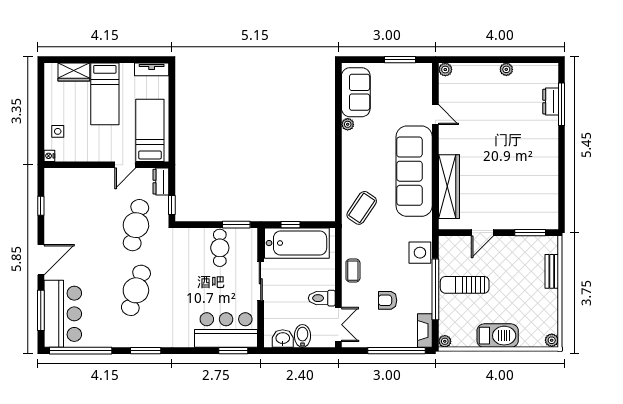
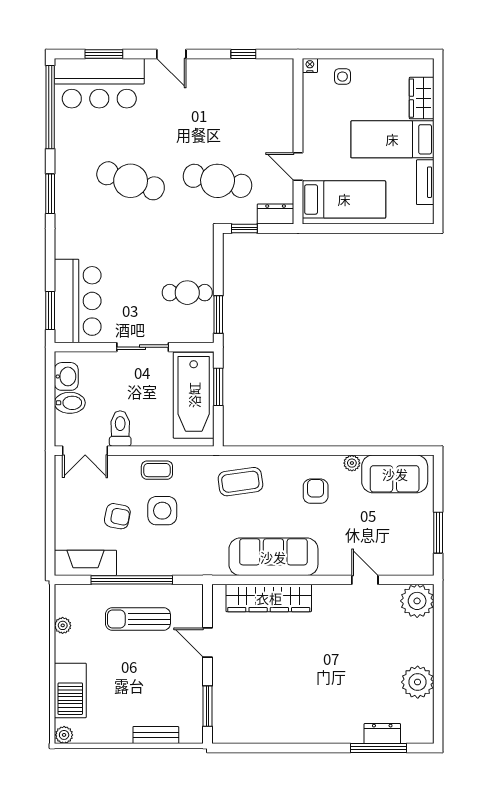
tv unit: (152, 69) -> (425, 182), moved
plant: (506, 69) -> (418, 682), width x1.88, depth x1.88
plant: (445, 70) -> (417, 601), width x1.87, depth x1.87
door: (435, 115) -> (365, 580), swing flipped
armchair: (369, 152) -> (316, 491), added
sofa: (414, 171) -> (273, 557), width x0.74, depth x0.79
coffee table: (362, 208) -> (240, 482), turned -42
window: (291, 225) -> (218, 387), width x1.50
side table: (420, 253) -> (162, 511), moved
door: (41, 260) -> (171, 54), width x0.73
sun lounger: (465, 285) -> (138, 619), turned -90
armchair: (388, 300) -> (117, 516), turned 101
window: (41, 310) -> (104, 54), width x0.69
fireplace: (425, 330) -> (85, 563), width x1.37, depth x1.32
barbecue: (498, 336) -> (70, 690), moved
plant: (445, 341) -> (63, 625), moved
window: (397, 351) -> (50, 528), removed

